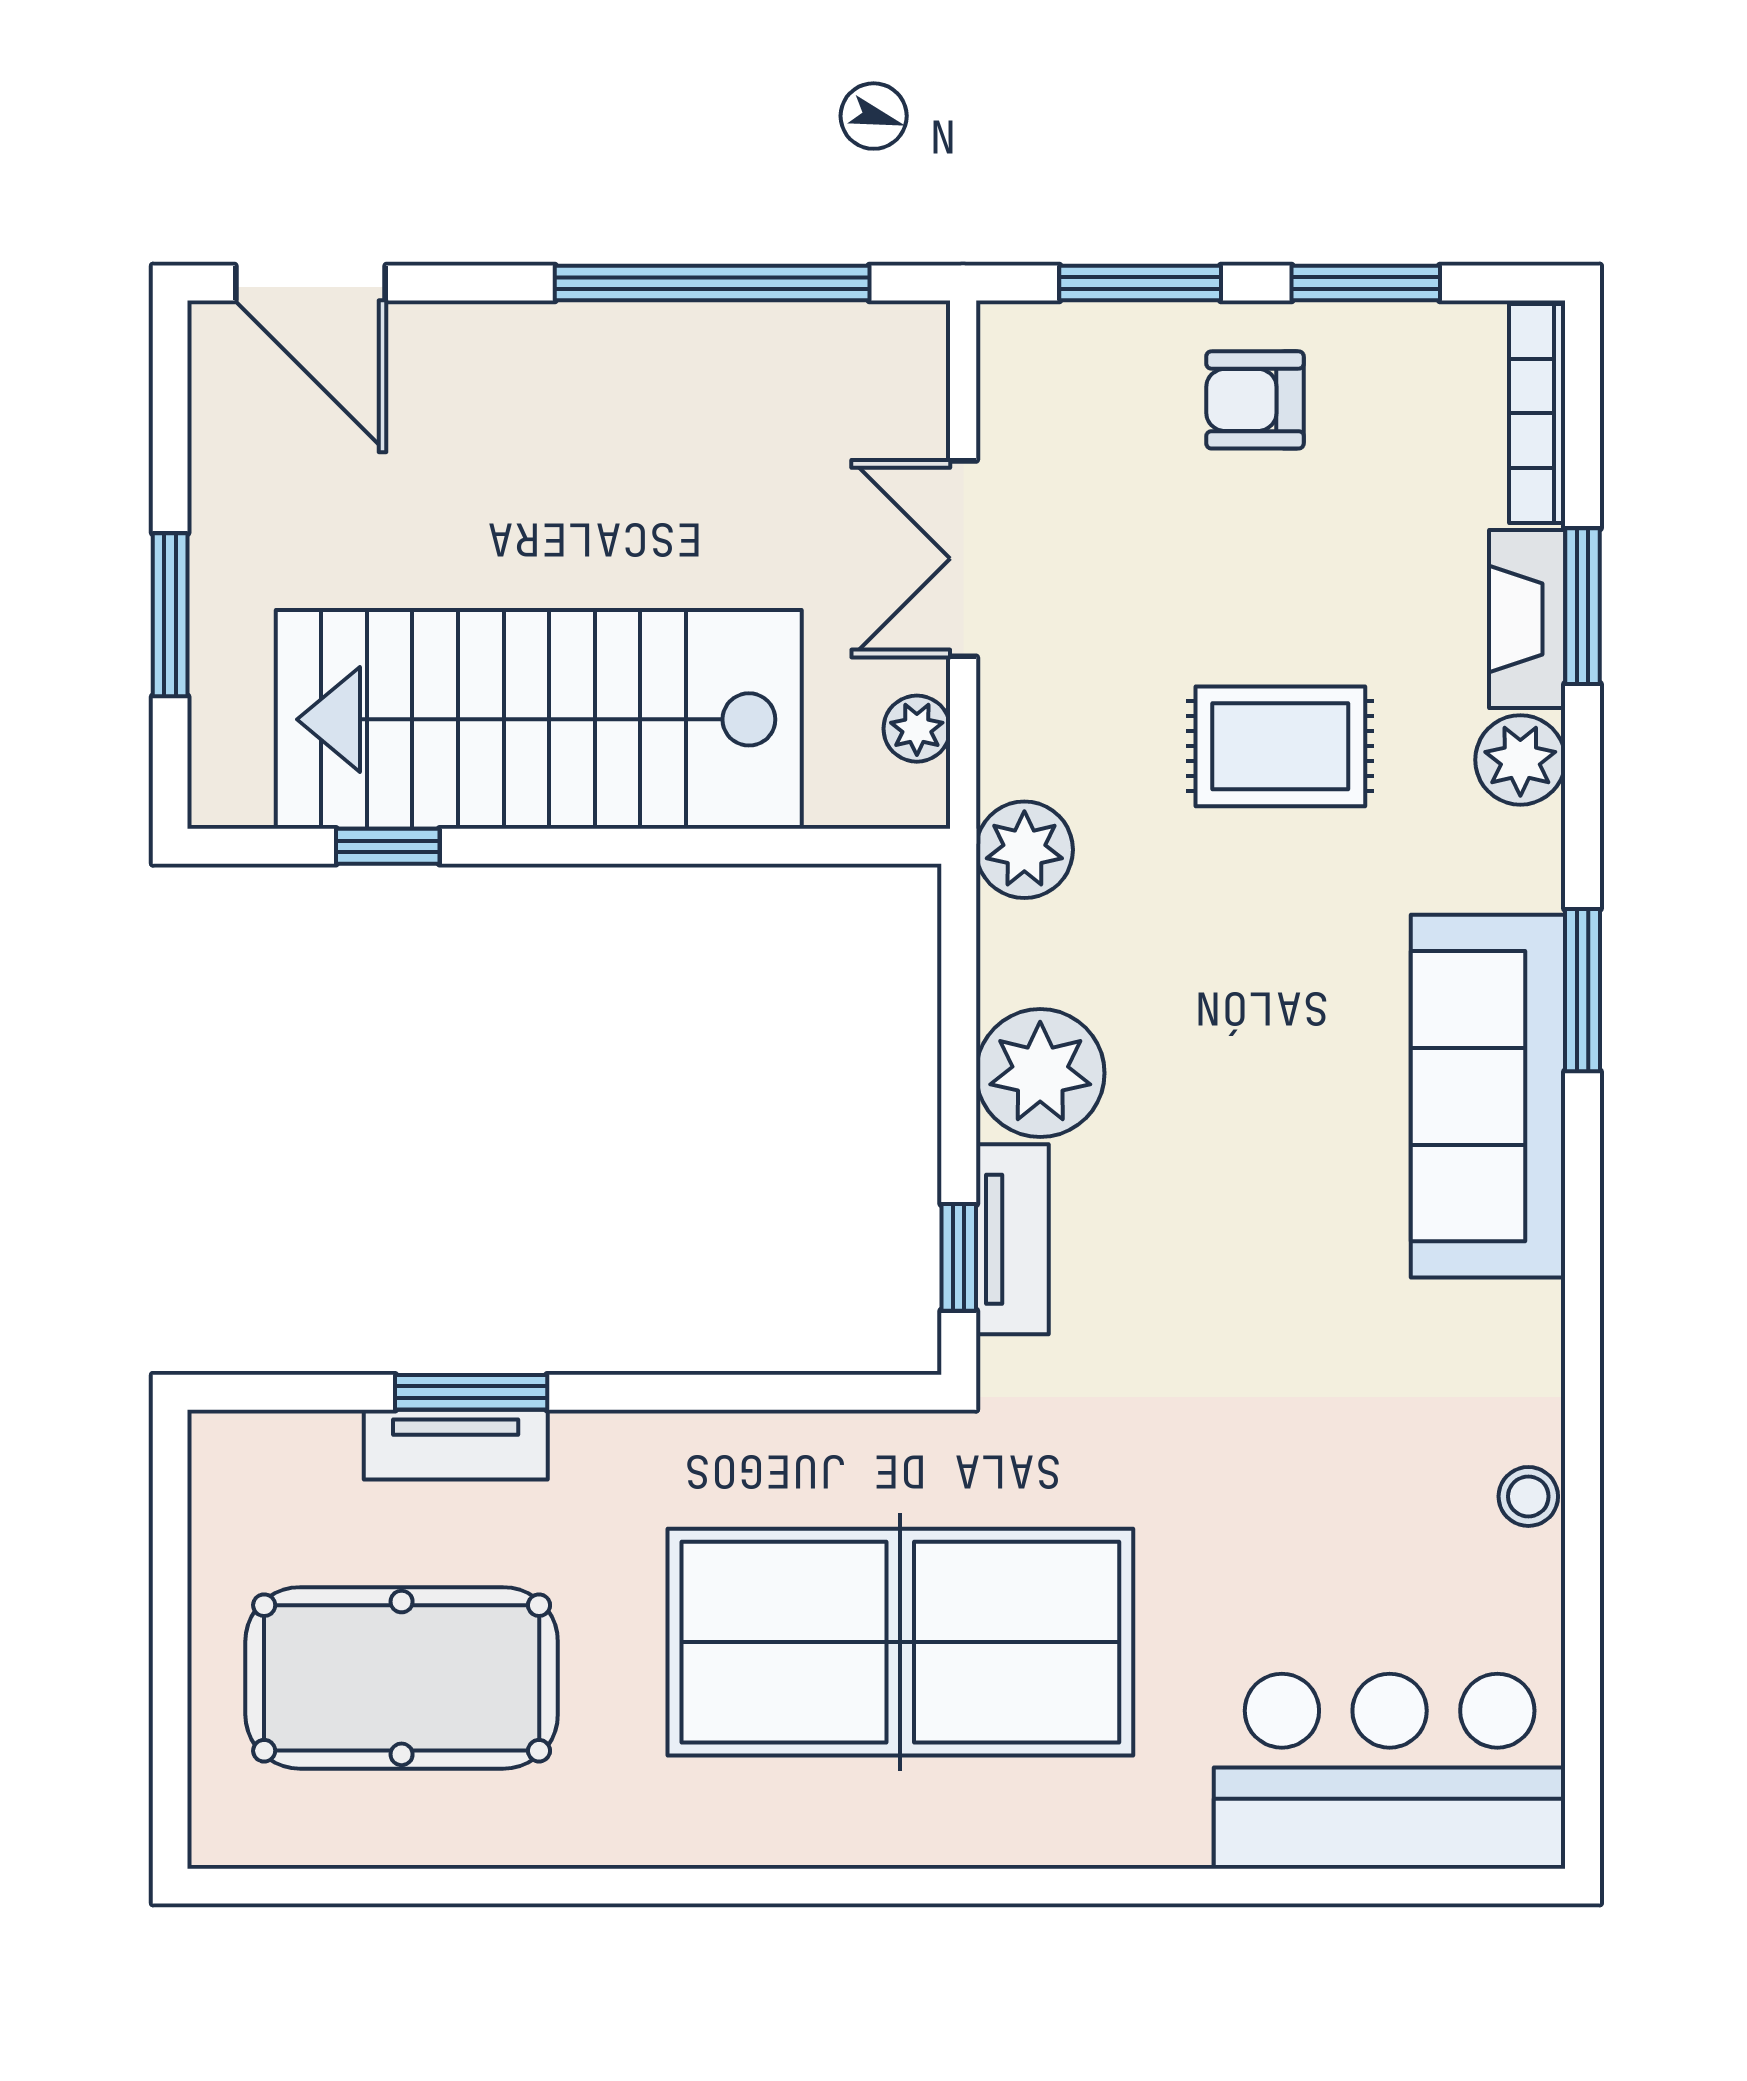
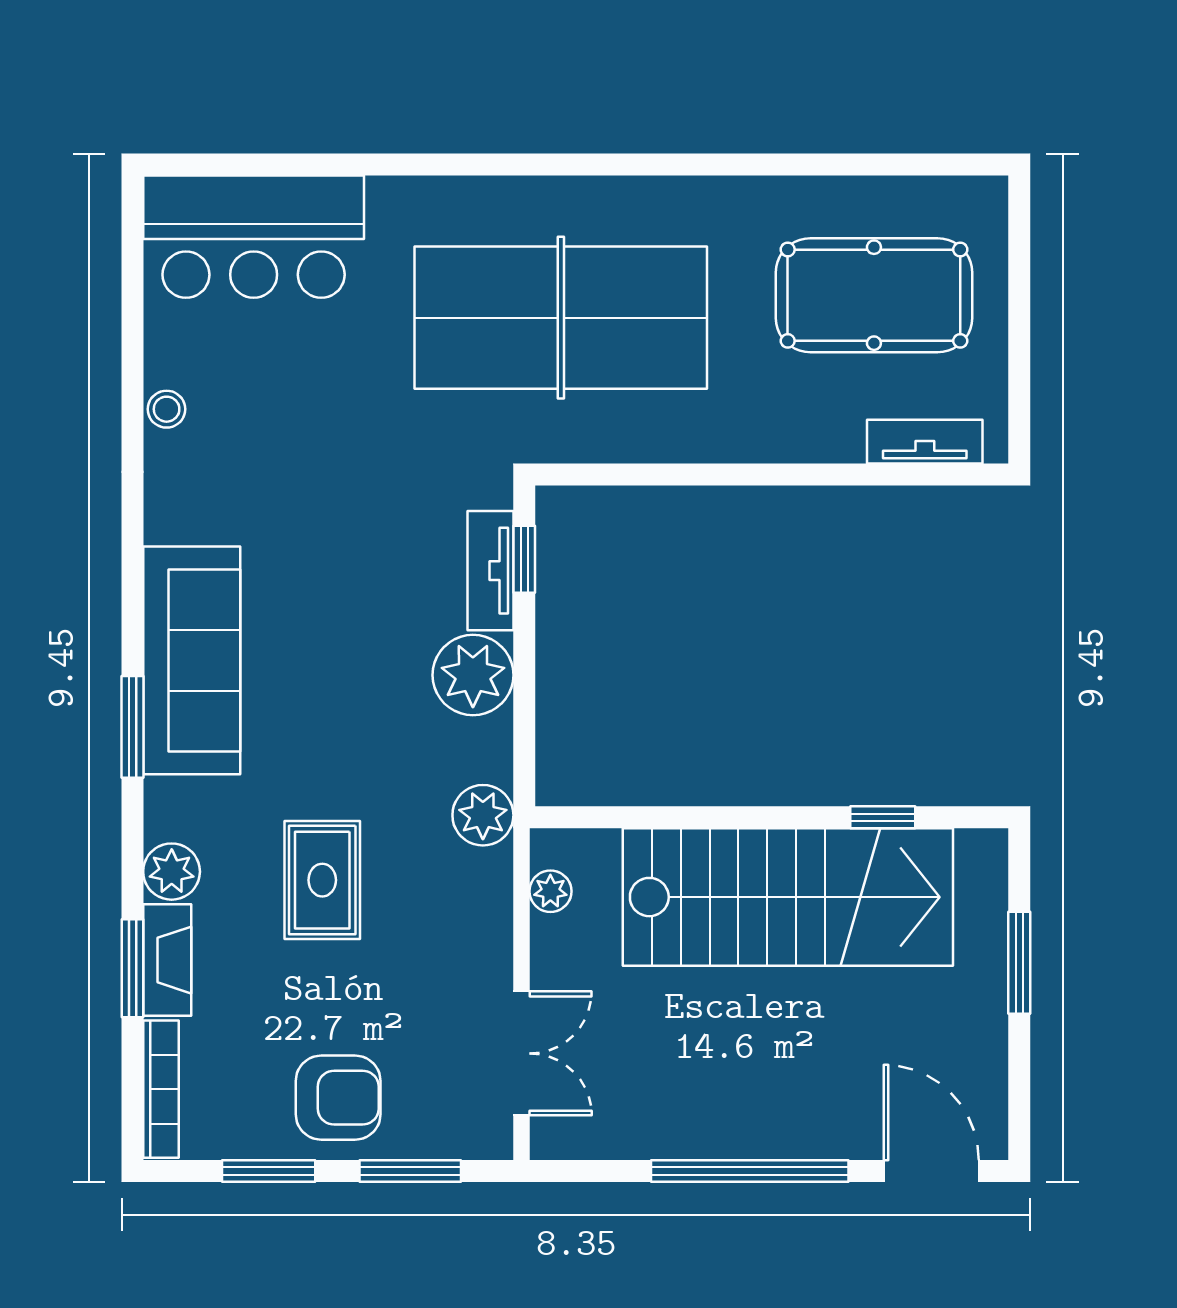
window: (712, 283) -> (750, 1171), moved
armchair: (1255, 400) -> (338, 1098), width x1.38, depth x1.38
double door: (963, 559) -> (521, 1053), moved
rug: (1280, 746) -> (322, 880), turned 90
window: (471, 1392) -> (830, 475), removed
tv unit: (456, 1445) -> (925, 442), moved

